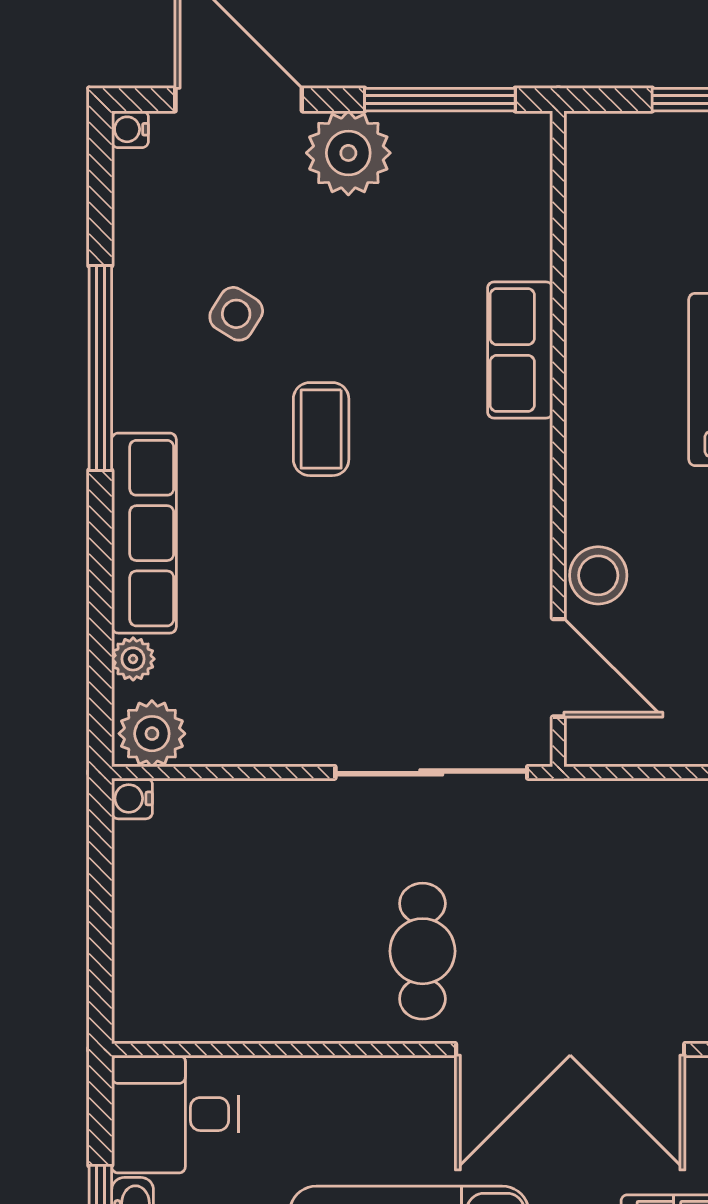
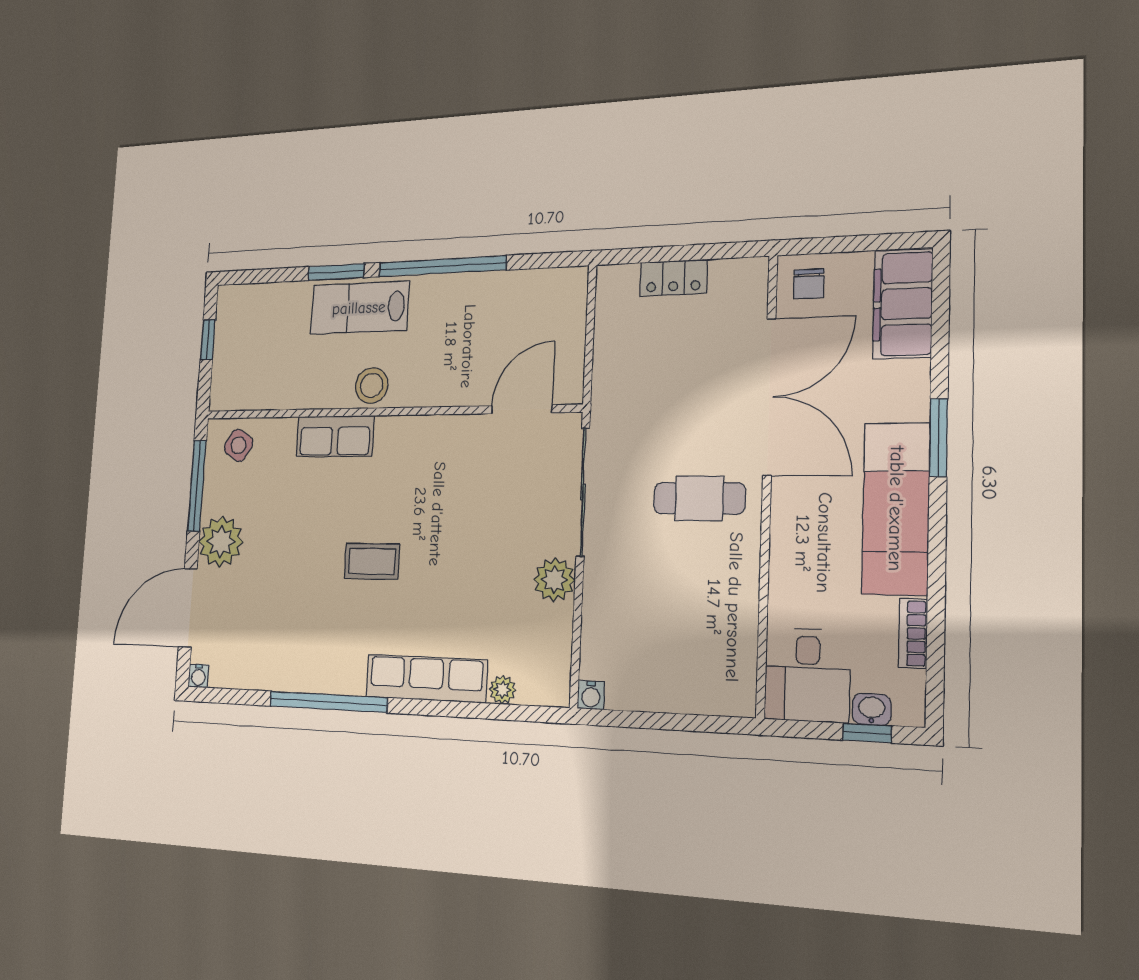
side table: (236, 314) -> (238, 445), moved
stool: (598, 575) -> (372, 385), moved
plant: (152, 734) -> (554, 580), moved

